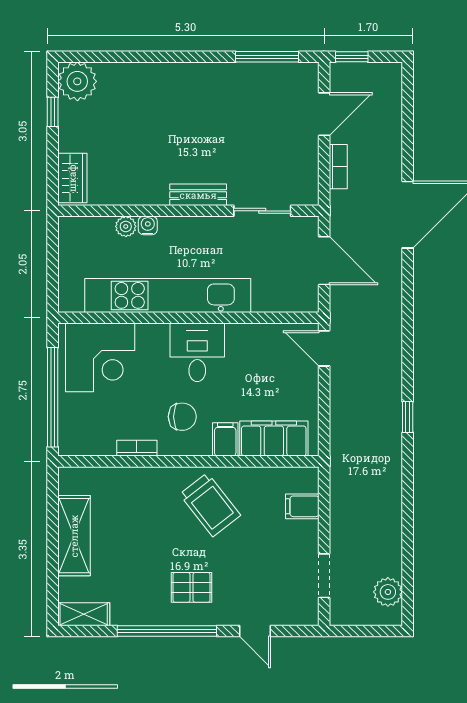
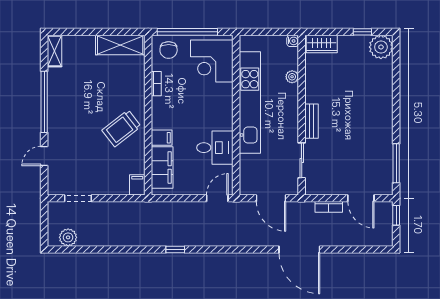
water cooler: (148, 225) -> (293, 41), moved
door: (324, 261) -> (271, 198), hinge flipped
desk: (197, 352) -> (215, 148), moved
chair: (182, 417) -> (169, 50), moved
filing cabinet: (302, 506) -> (137, 185), moved
shelving: (74, 536) -> (120, 45), moved
pallet: (192, 587) -> (71, 117), removed

